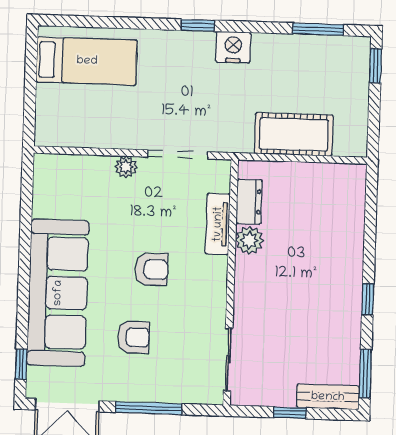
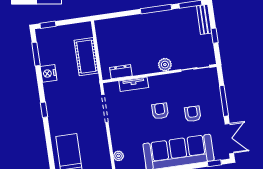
nightstand: (233, 47) -> (49, 73), moved
plant: (126, 167) -> (119, 156), moved
plant: (249, 240) -> (165, 65), moved
window: (368, 299) -> (156, 9), width x2.17

